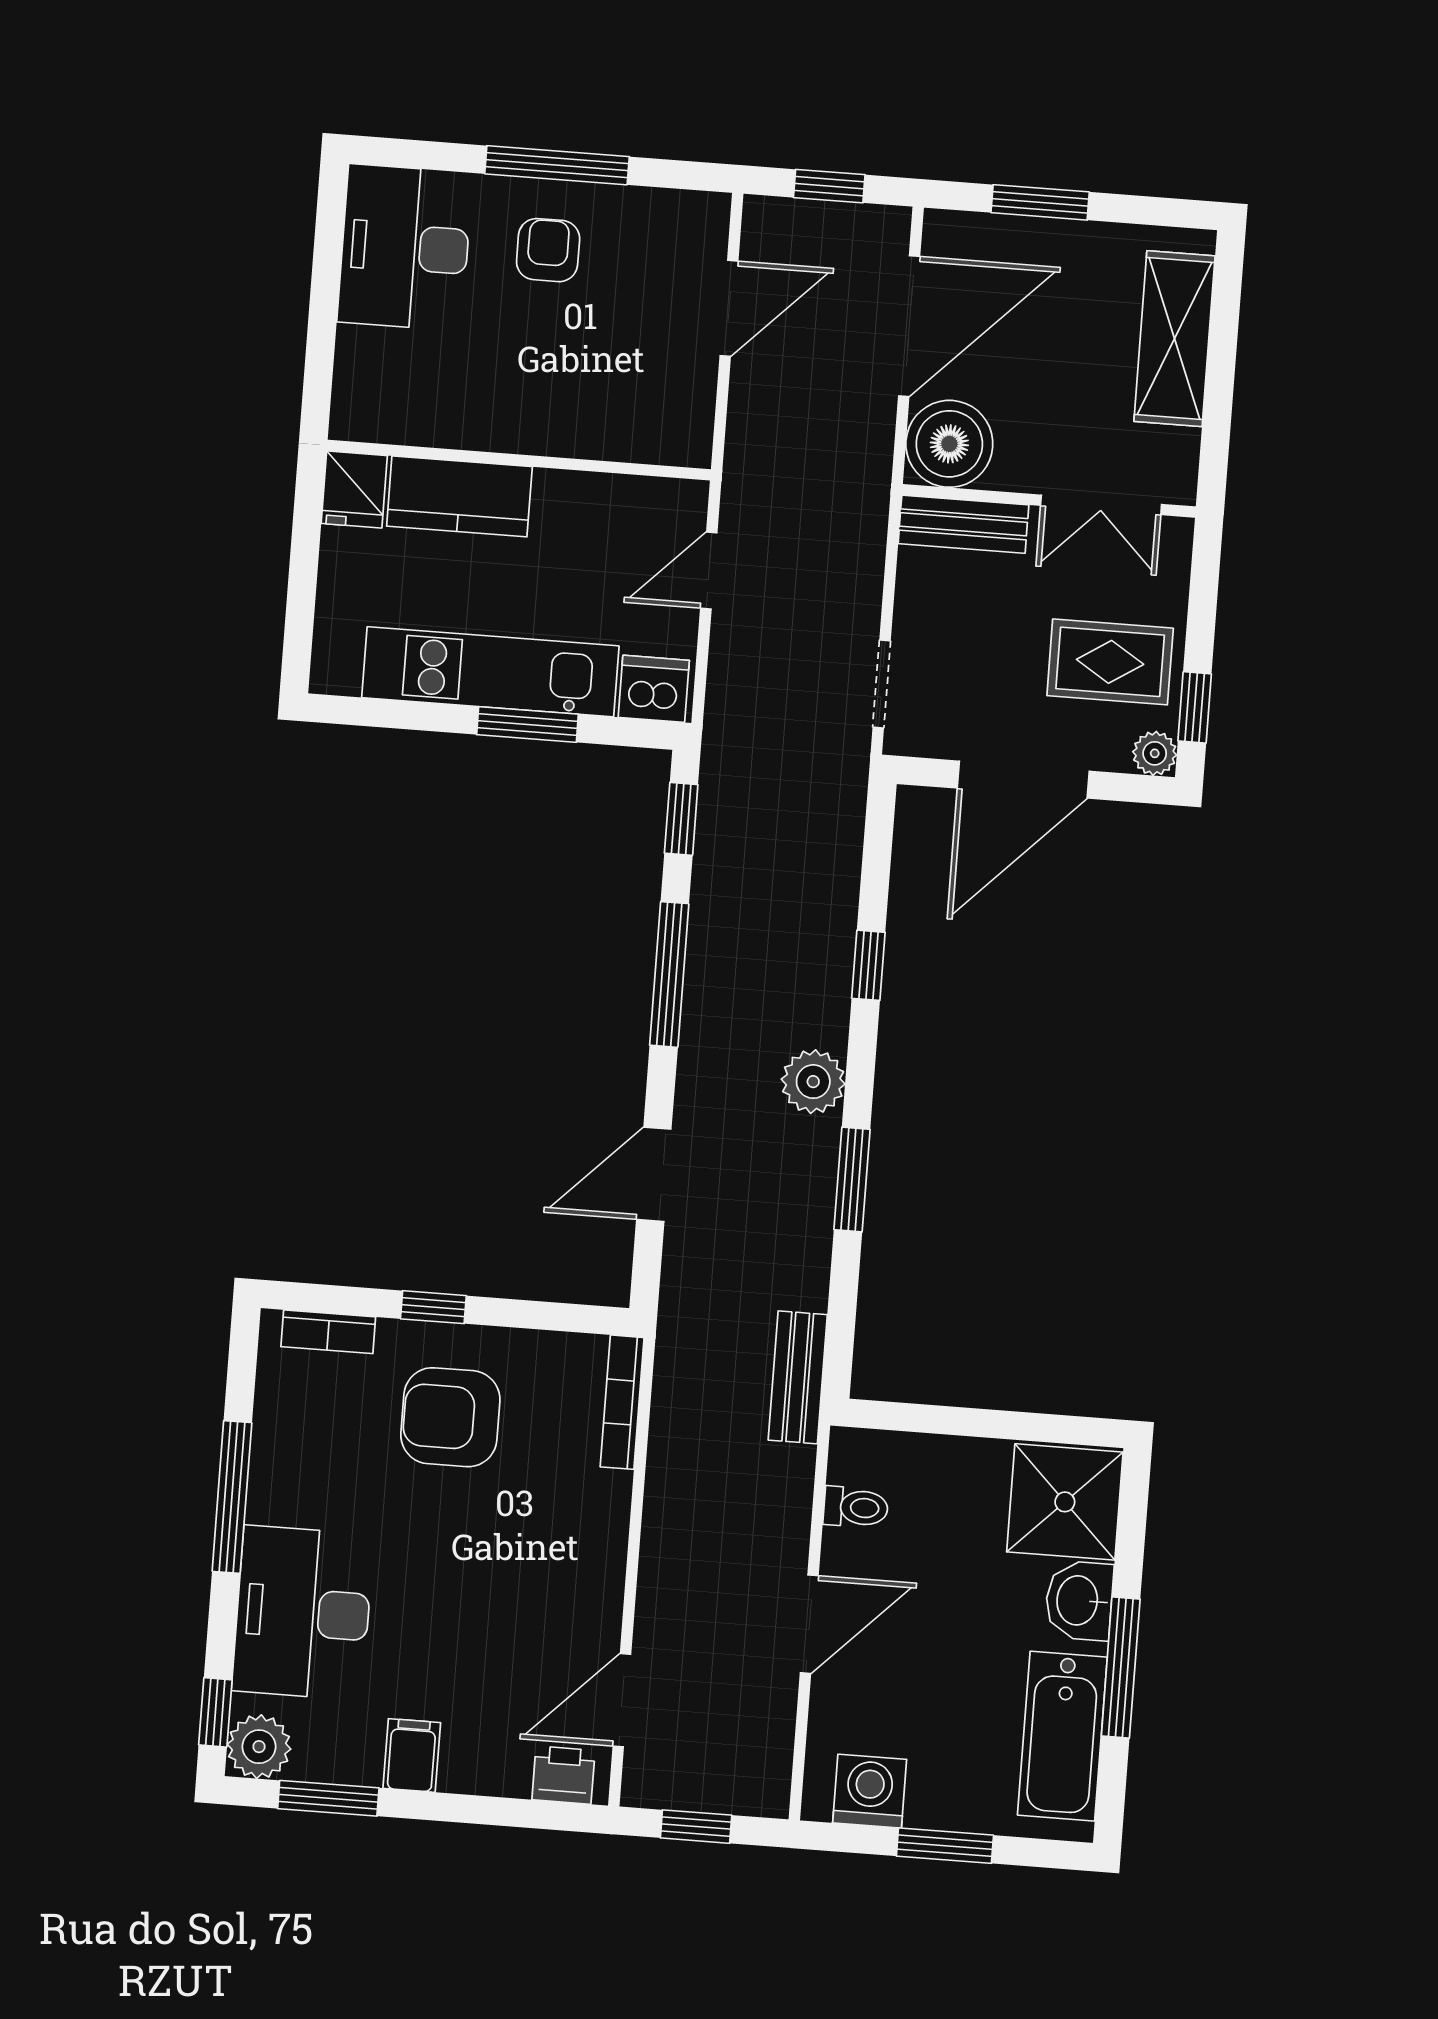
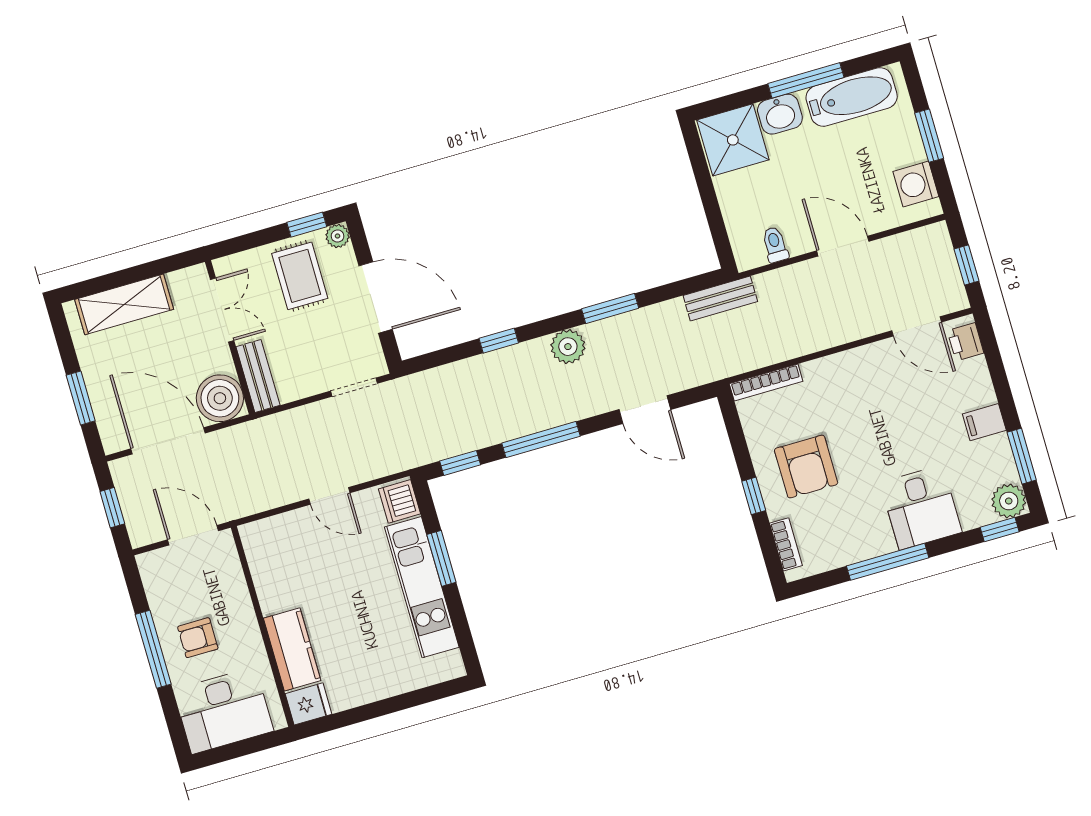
wall: (519, 460) -> (263, 626), moved
fridge: (354, 490) -> (309, 704), moved
kitchen counter: (459, 496) -> (292, 649), moved
desk: (303, 1613) -> (921, 507), width x0.73

